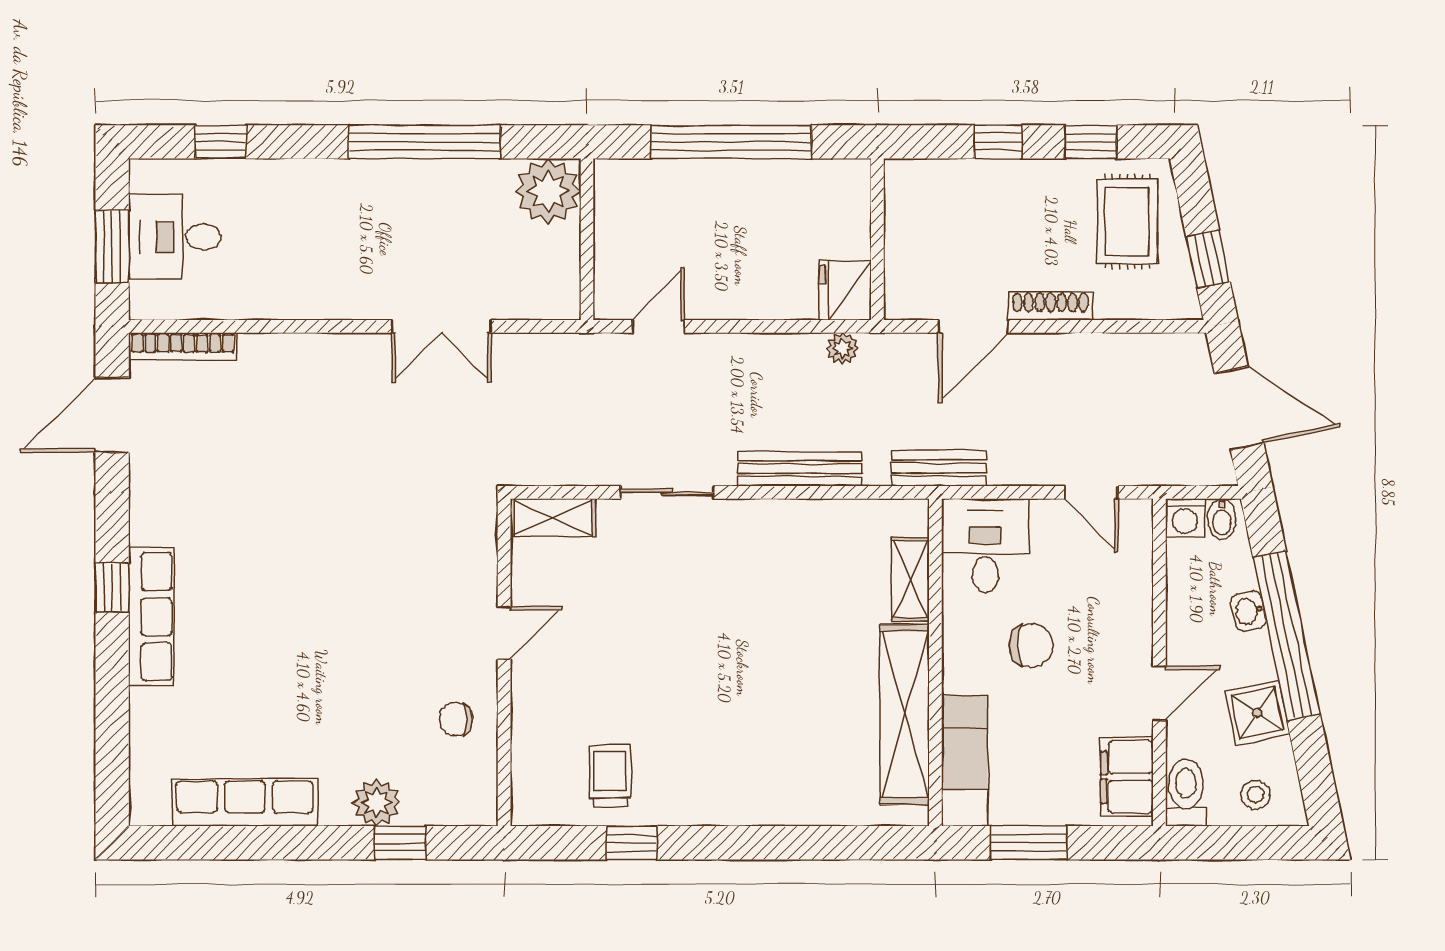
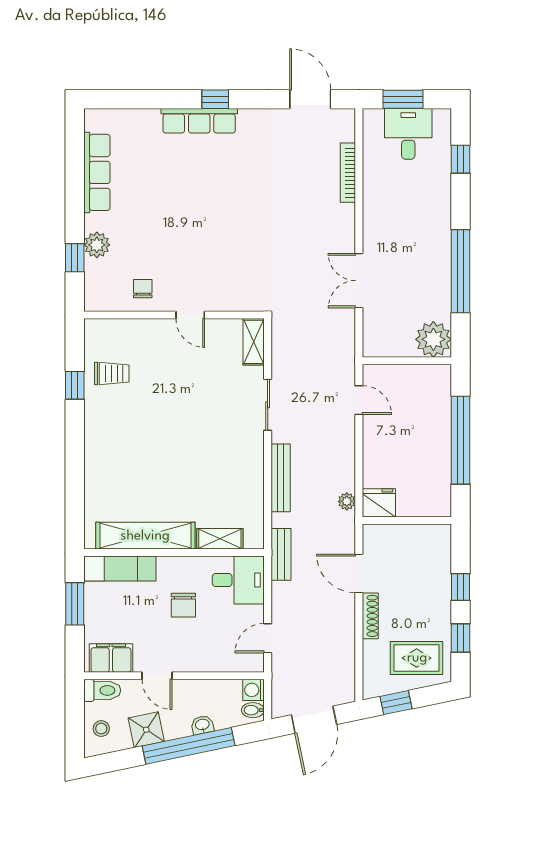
bookcase: (183, 346) -> (348, 173), moved

